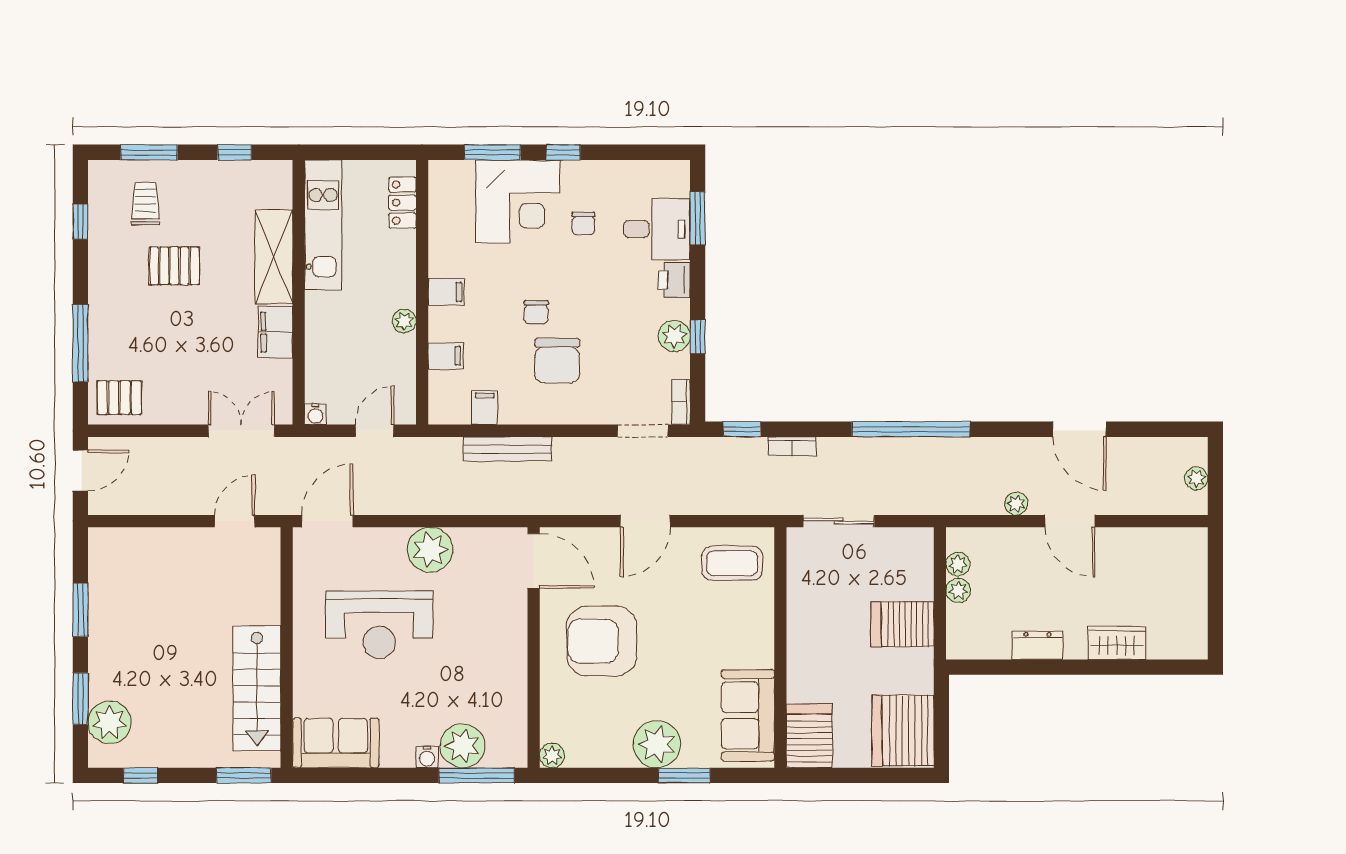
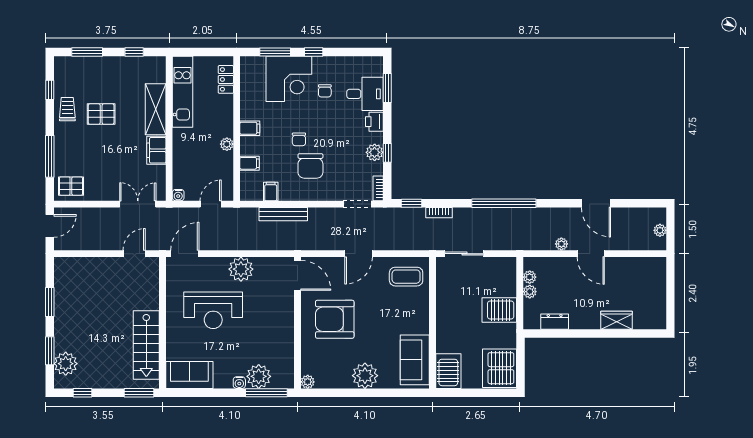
trolley: (146, 204) -> (67, 109), moved
dresser: (1038, 645) -> (555, 322), moved
window: (684, 775) -> (380, 393), removed

